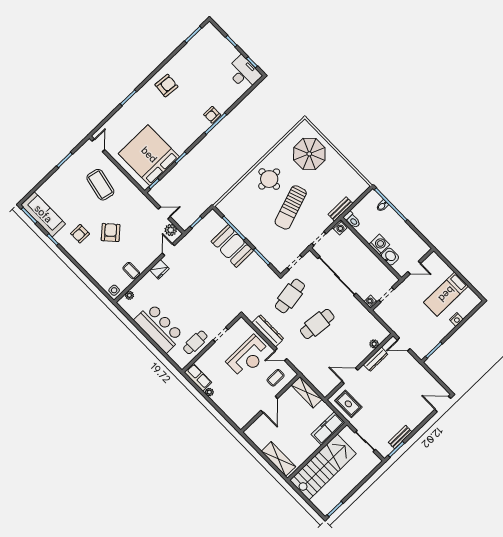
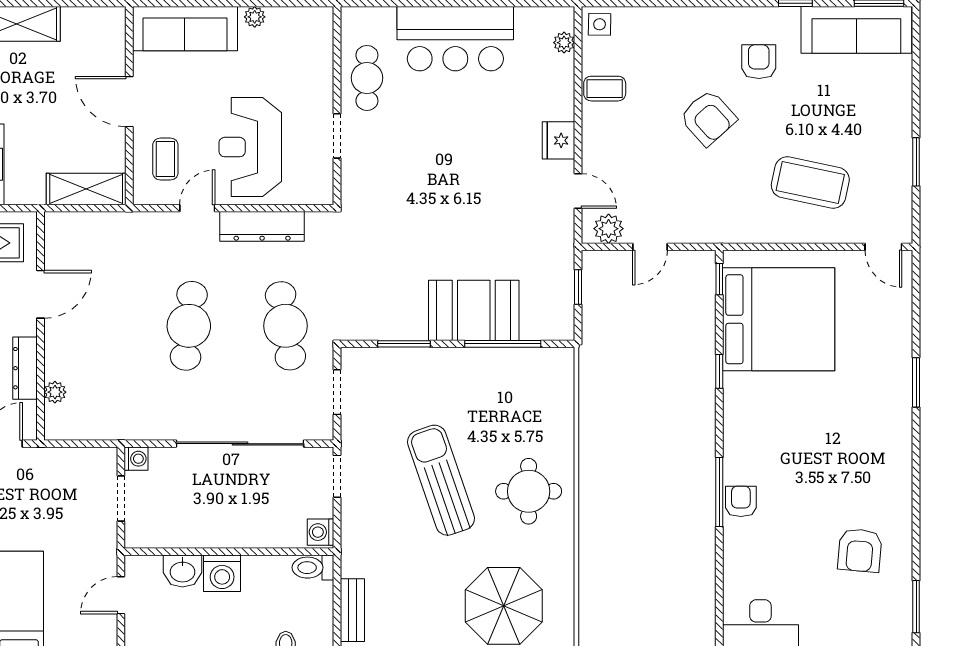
armchair: (166, 86) -> (860, 550), moved
bench: (340, 209) -> (352, 610), moved
row of seats: (198, 377) -> (300, 22), removed
sofa: (232, 409) -> (185, 29), added

